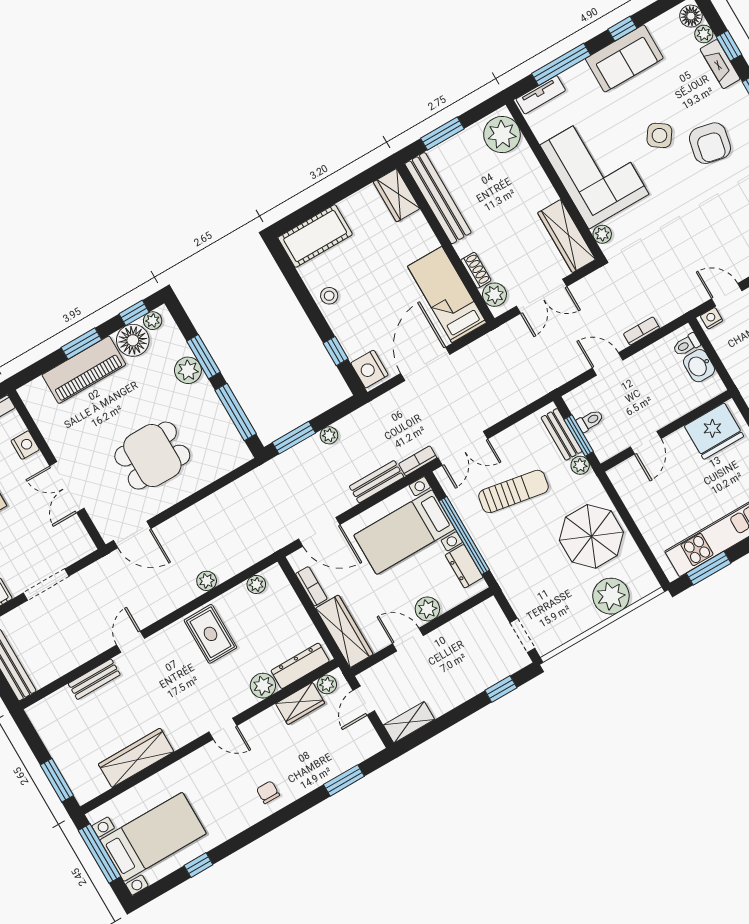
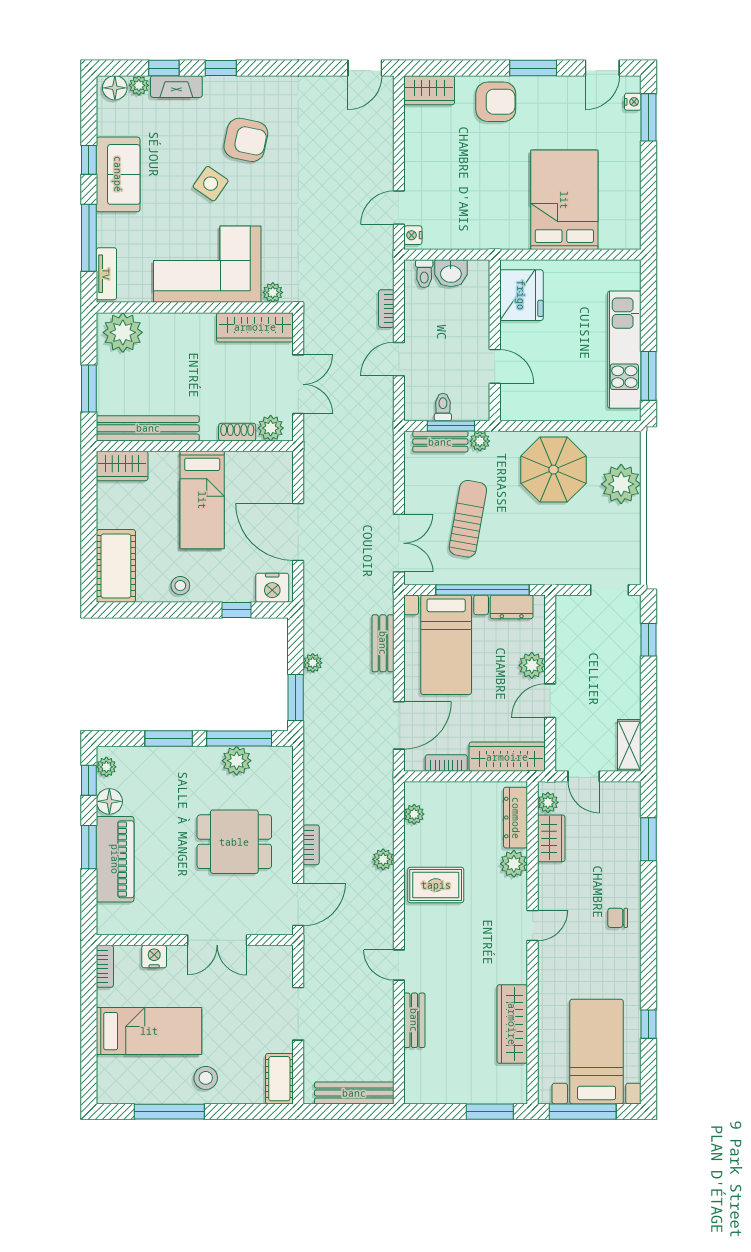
bed: (447, 295) -> (202, 500), moved, turned -90
floor lamp: (133, 340) -> (109, 801), width x0.73, depth x0.73
plant: (188, 370) -> (237, 761), moved
dining table: (152, 456) -> (234, 842), turned 90
bookcase: (418, 461) -> (311, 845), moved, turned 180

